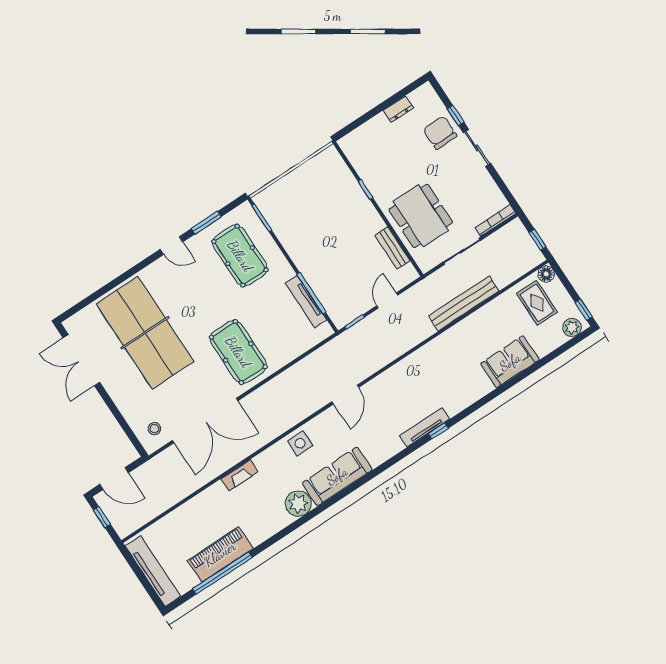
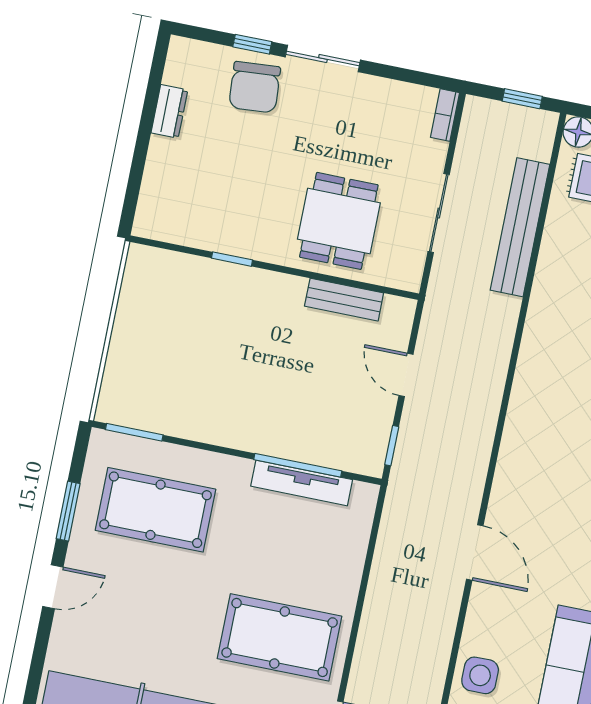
chair: (440, 133) -> (255, 87), turned -94
dining table: (421, 216) -> (339, 221), width x0.73
bookcase: (496, 220) -> (445, 115), width x0.64
bench: (464, 303) -> (520, 227), moved

